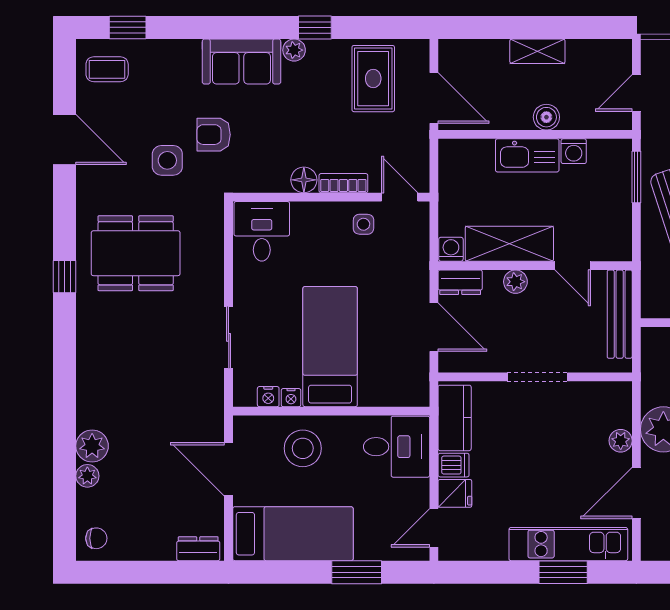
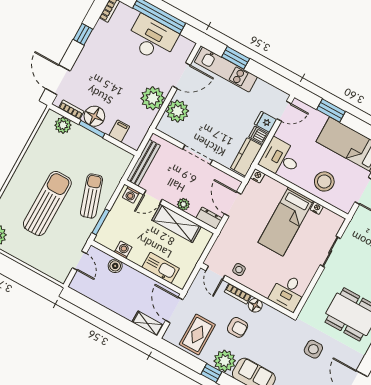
plant: (294, 50) -> (225, 361), width x1.87, depth x1.87
shelving: (537, 51) -> (148, 324), moved
door: (636, 93) -> (79, 261), hinge flipped
boiler: (546, 117) -> (115, 266), moved
armchair: (214, 135) -> (238, 327), moved
kitchen sink: (527, 155) -> (161, 268), moved
washing machine: (451, 249) -> (131, 195), moved
door: (573, 266) -> (153, 197), swing flipped
nightstand: (268, 397) -> (257, 176), moved
plant: (621, 441) -> (177, 111), width x1.88, depth x1.88

